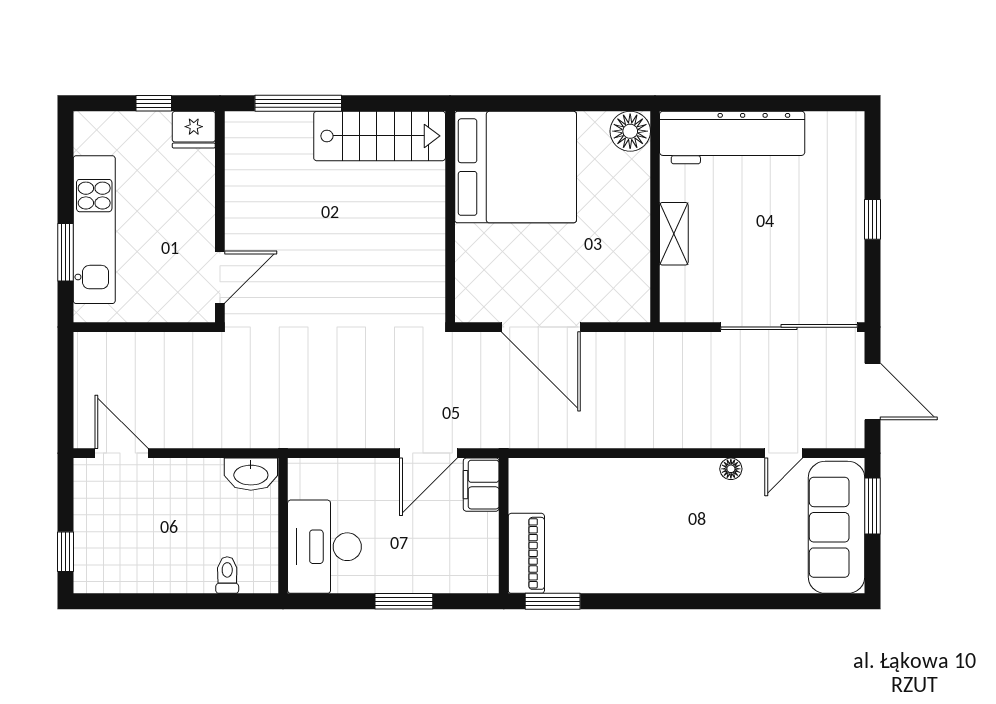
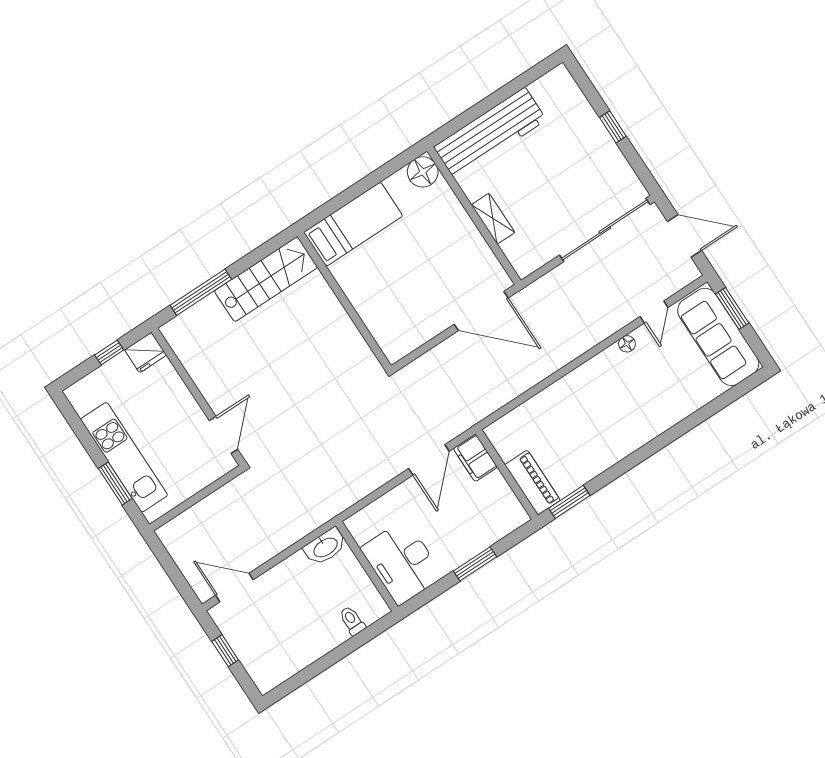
bed: (516, 167) -> (353, 224), width x0.49
door: (541, 327) -> (481, 311), moved
window: (65, 552) -> (225, 651), moved

